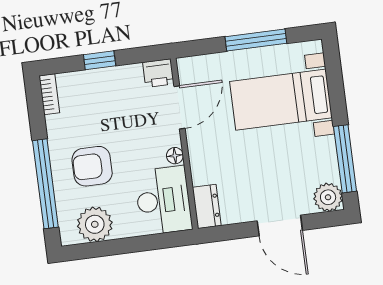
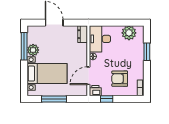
window: (100, 60) -> (107, 99), moved
armchair: (92, 166) -> (120, 79), moved, turned 180
window: (45, 184) -> (147, 52), width x0.47
plant: (328, 197) -> (33, 50), moved

